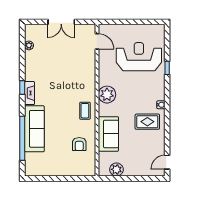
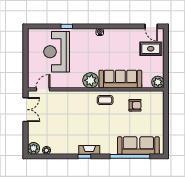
double door: (61, 22) -> (25, 110), moved
plant: (31, 31) -> (34, 148), added
rug: (147, 122) -> (151, 49), moved, turned 90
sofa: (34, 129) -> (138, 145), moved
sofa: (108, 134) -> (120, 79), width x1.36
plant: (116, 169) -> (158, 82), moved

